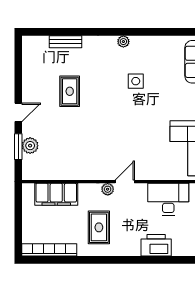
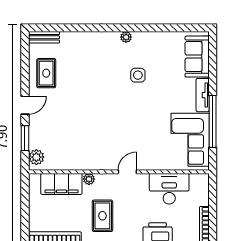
bench: (65, 42) -> (44, 37), moved
rug: (70, 91) -> (46, 73), moved
plant: (30, 146) -> (36, 157), moved
plant: (108, 189) -> (89, 179), moved

